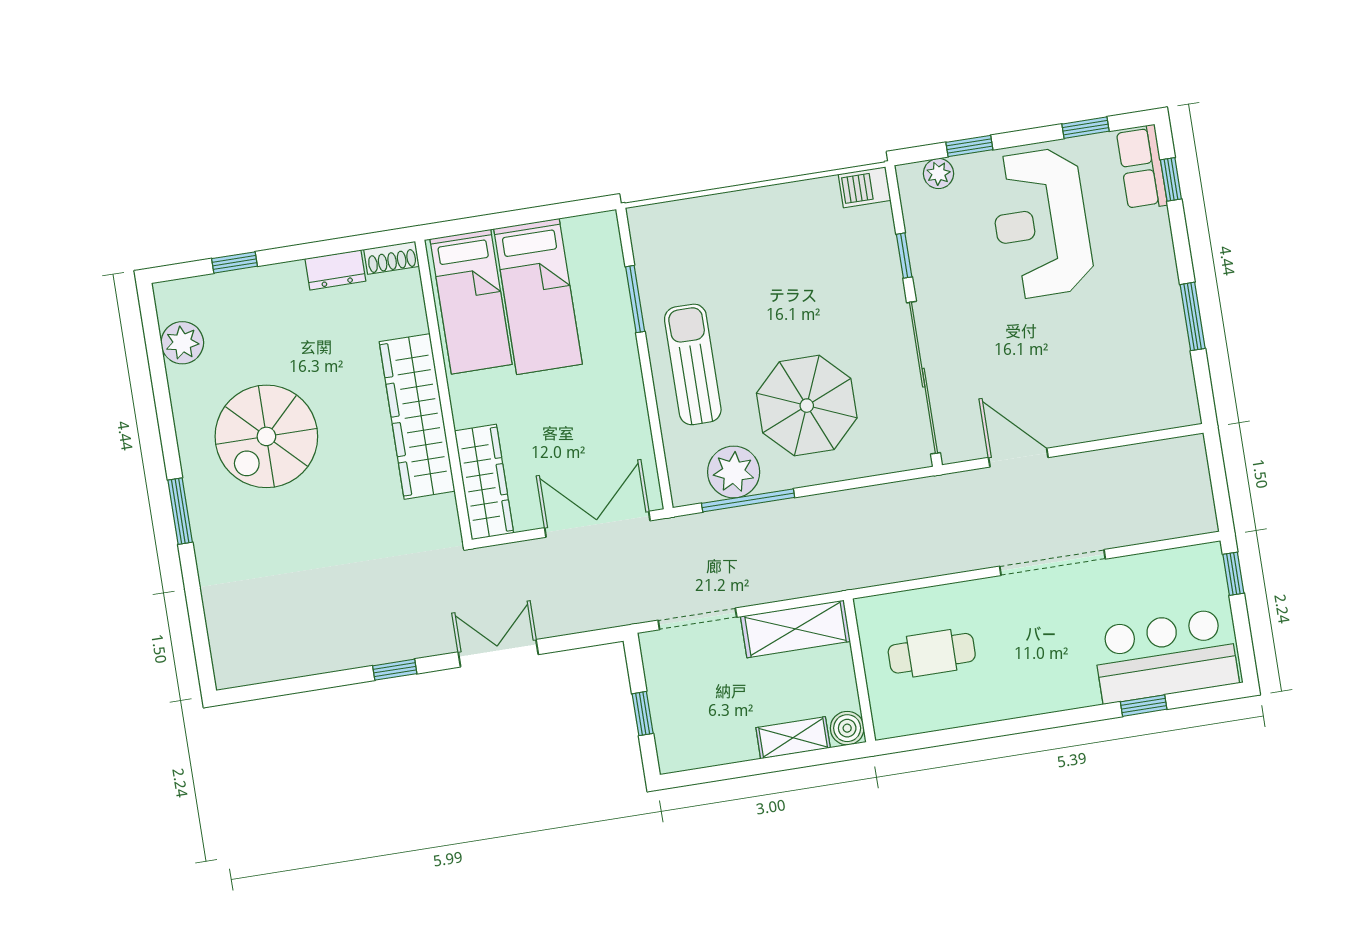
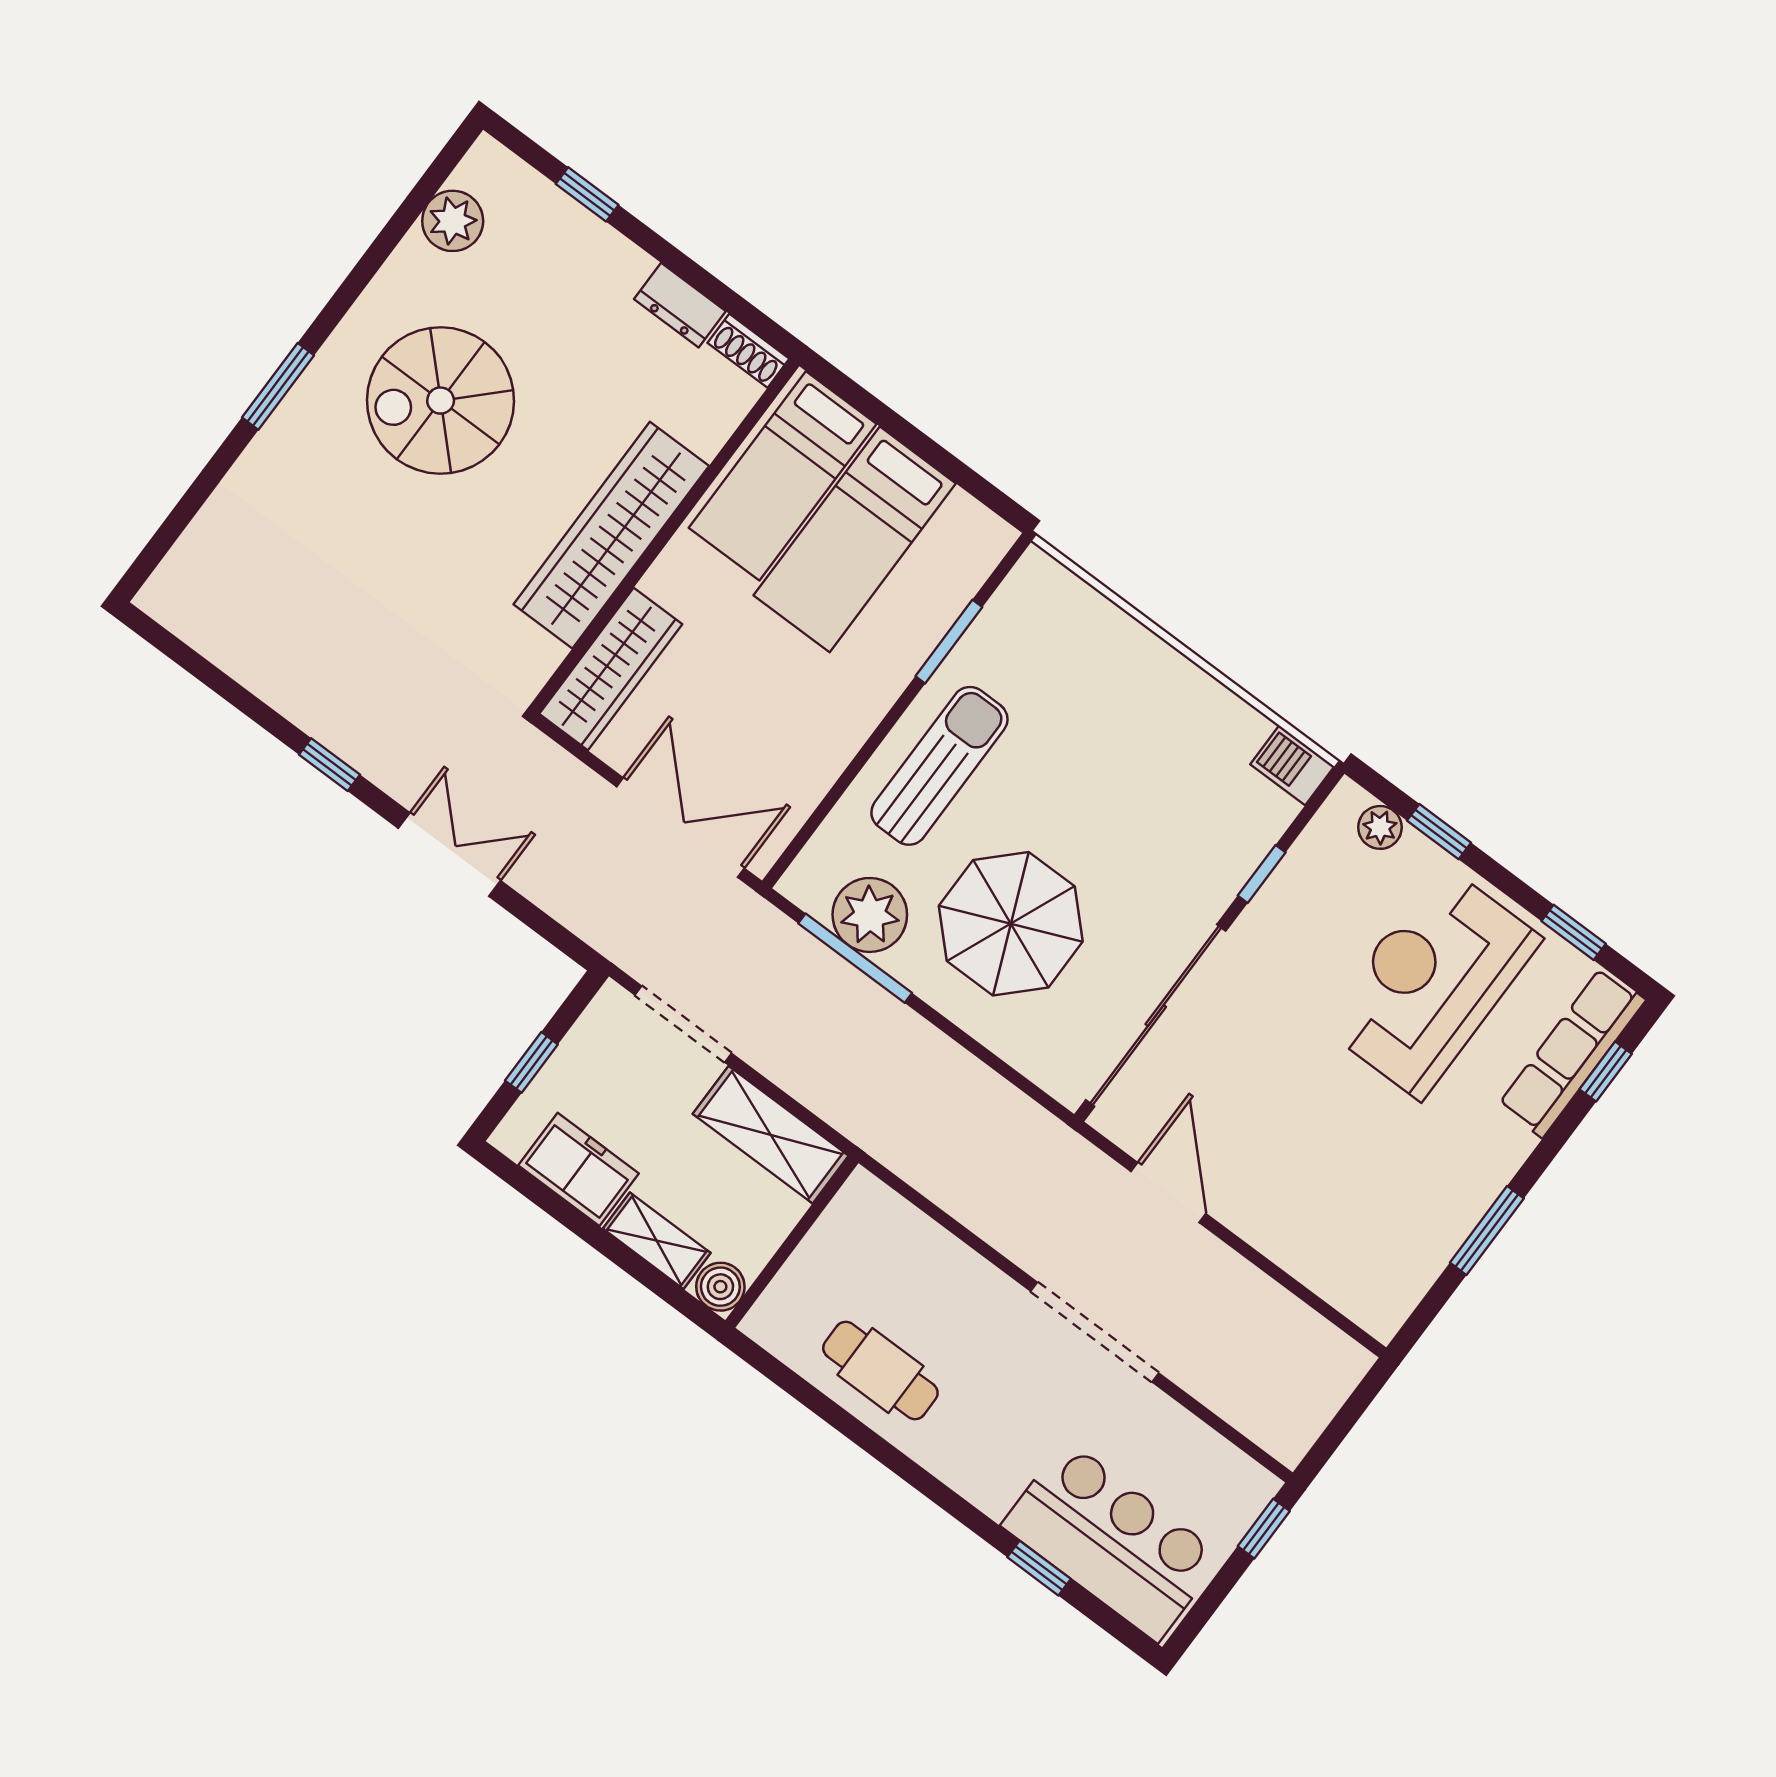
row of seats: (1142, 168) -> (1572, 1052), width x1.48
cafe table: (932, 653) -> (880, 1370), moved
freezer: (719, 742) -> (579, 1169), added

